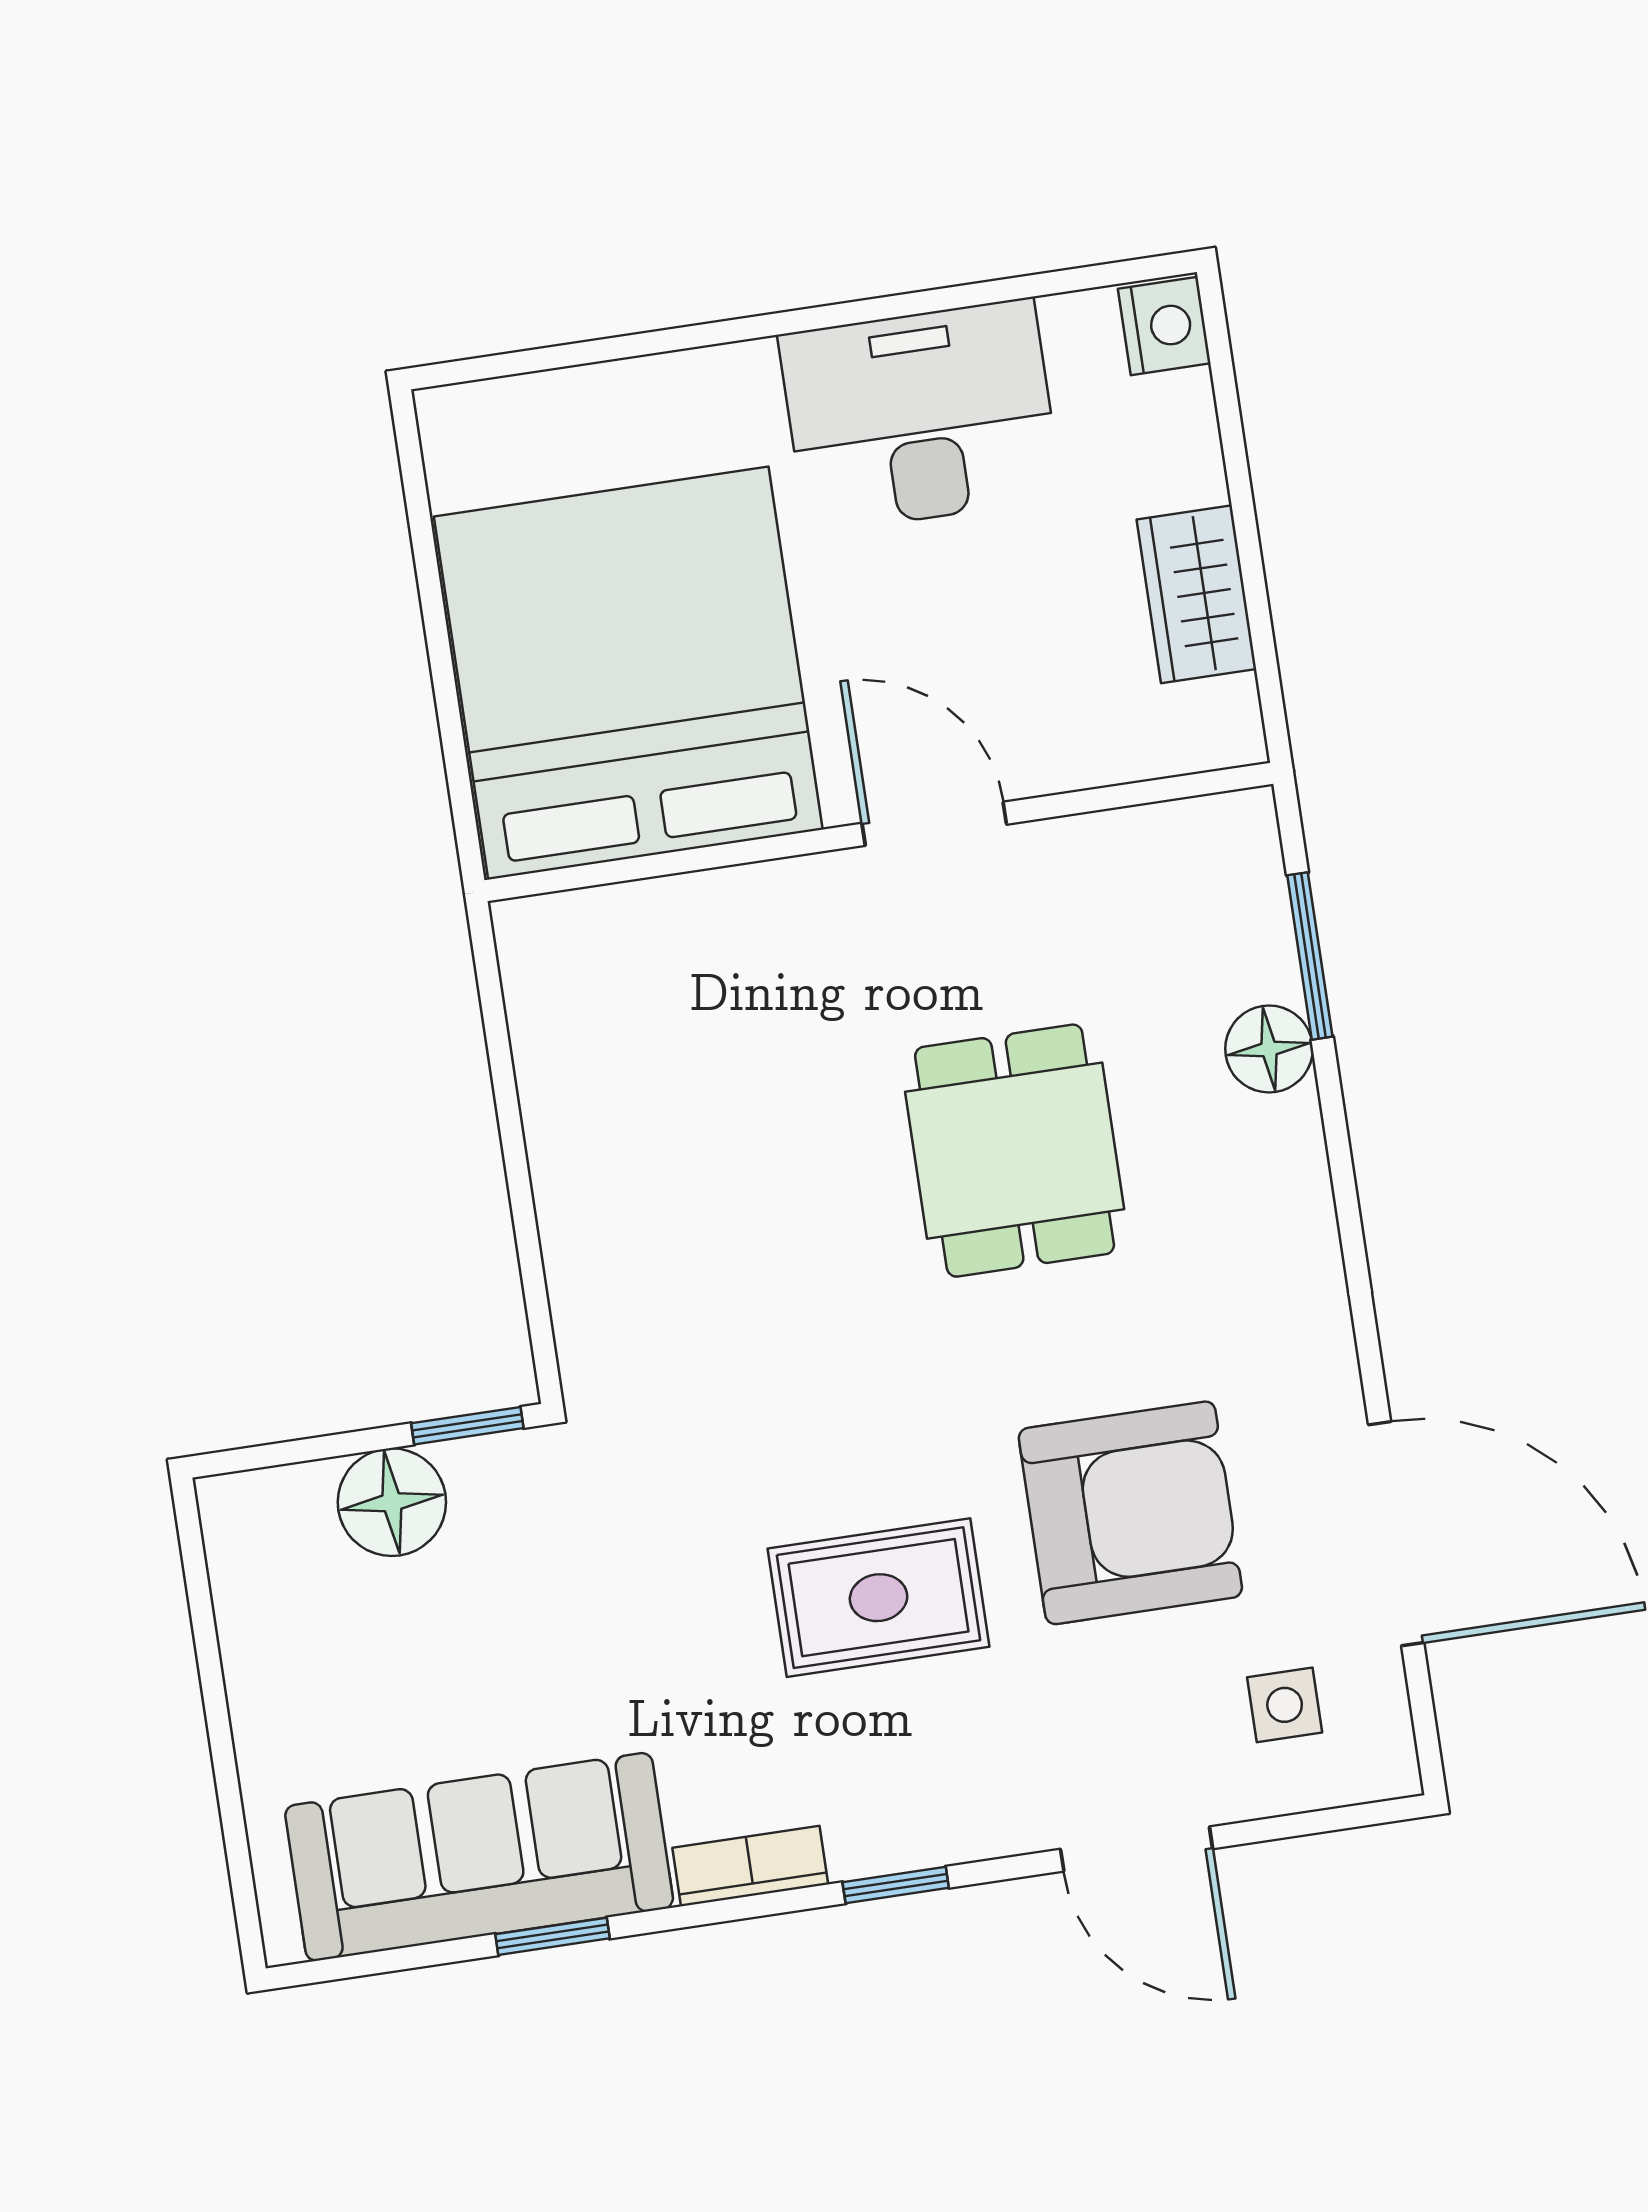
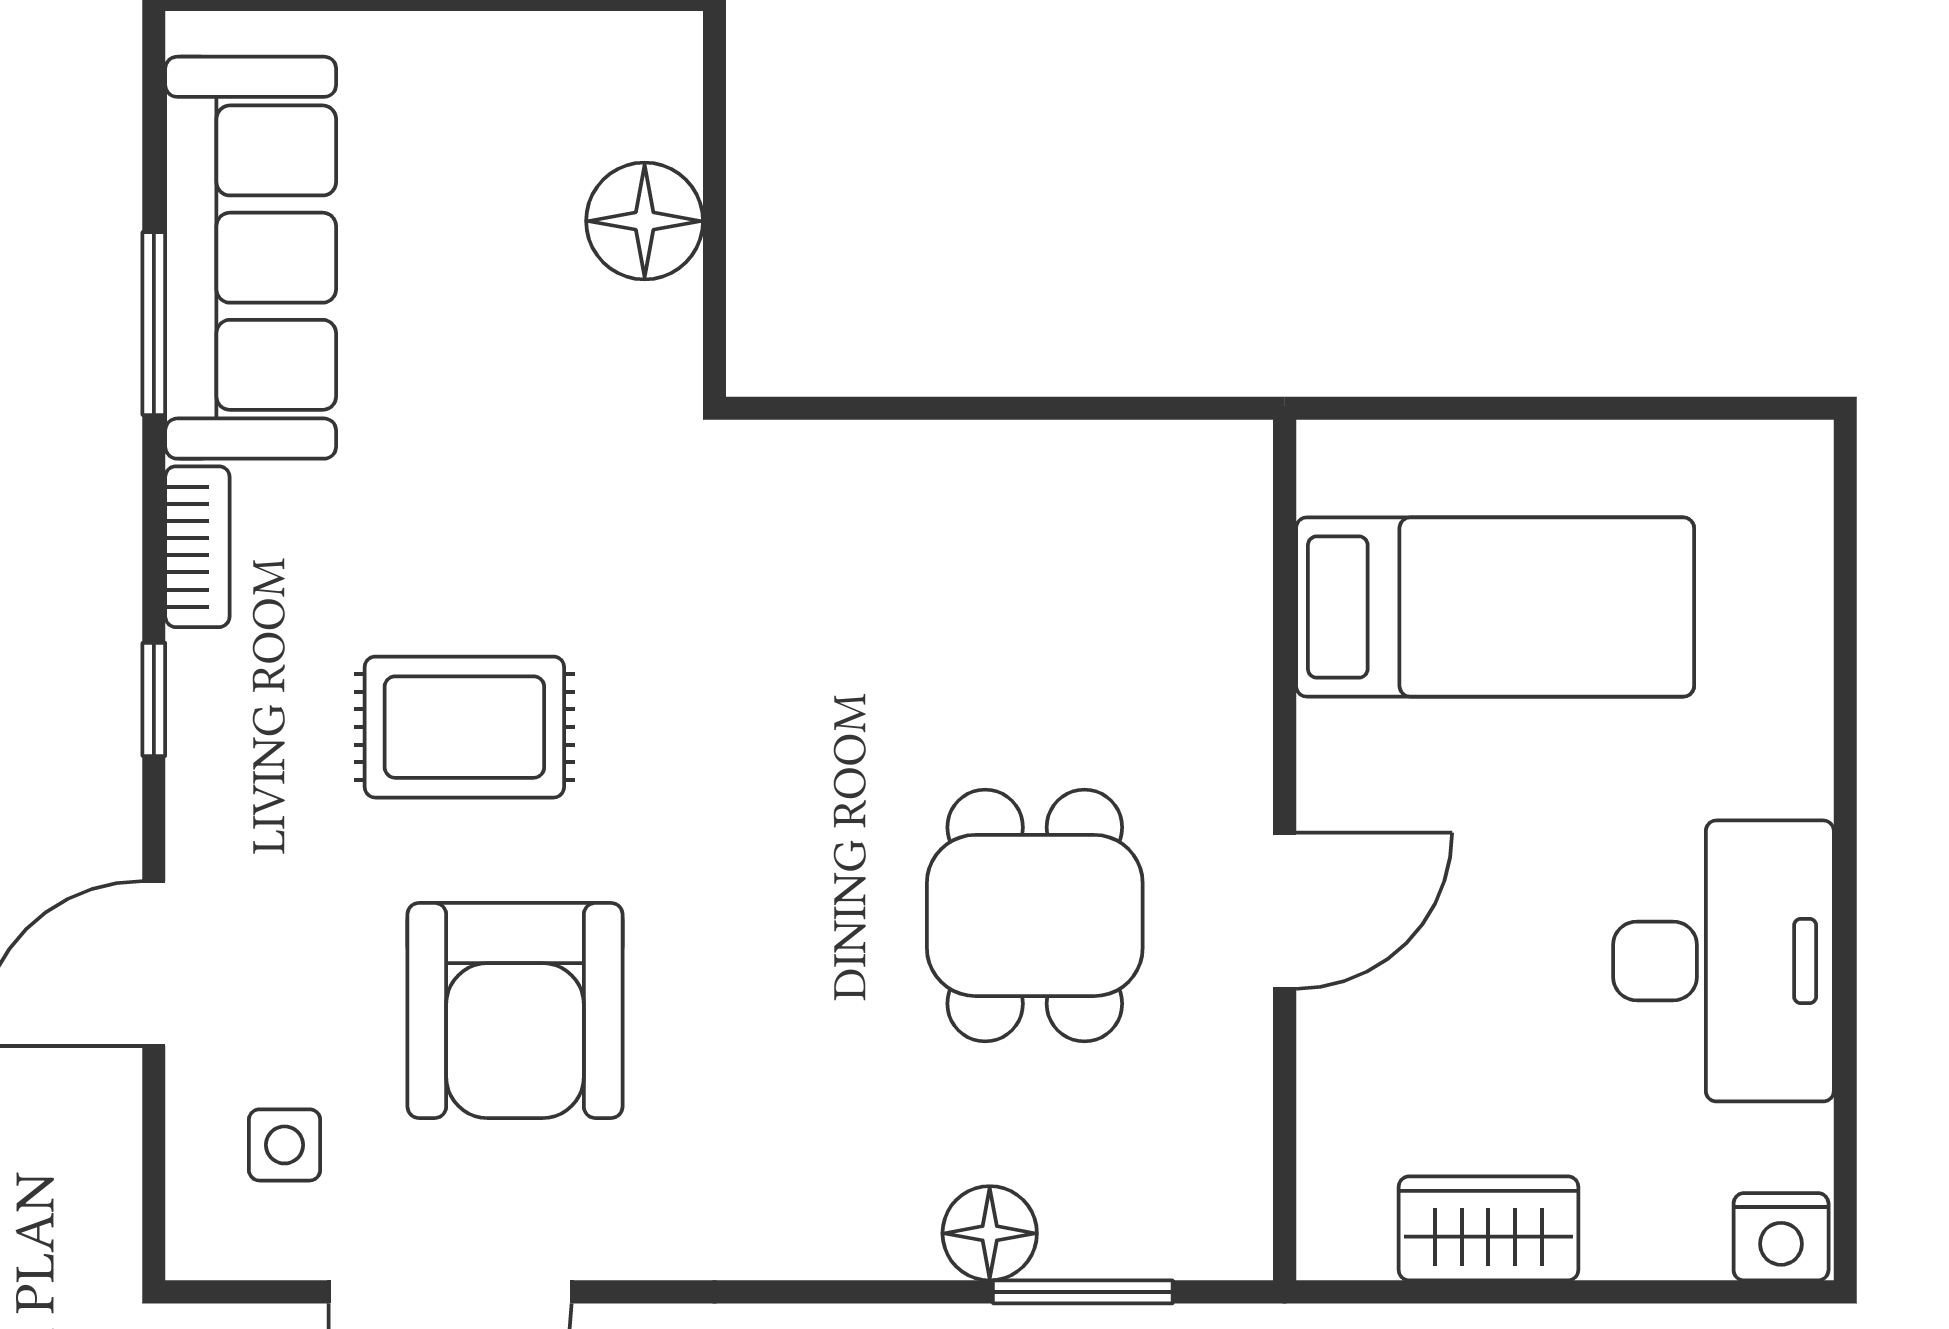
bed: (628, 673) -> (1495, 607), width x0.49
dining table: (1015, 1151) -> (1035, 915), moved, turned 90
window: (467, 1426) -> (714, 314), removed
rug: (879, 1598) -> (464, 727), turned 90
window: (553, 1936) -> (154, 324), width x1.50

